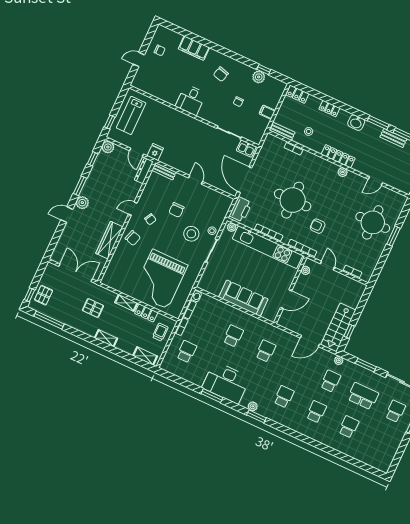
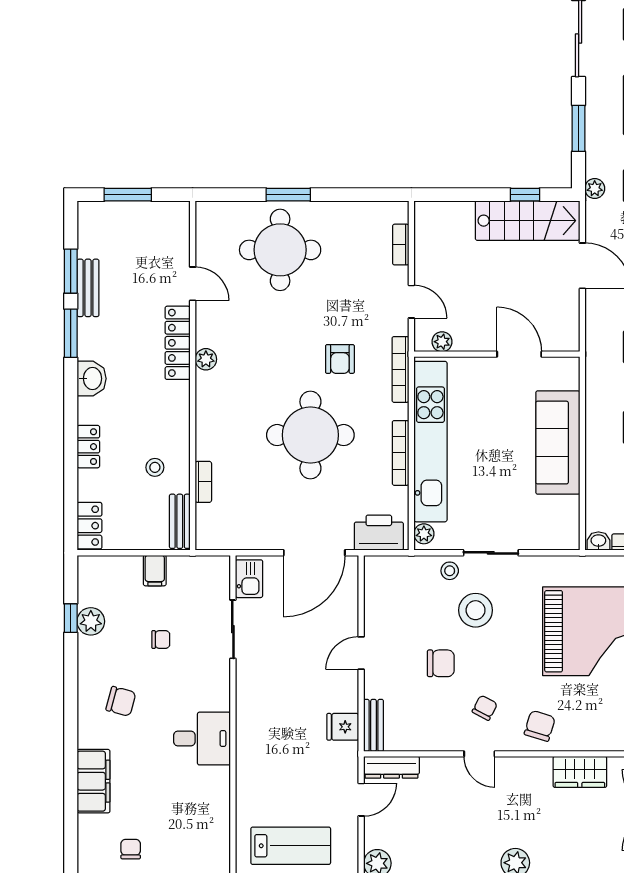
fridge: (155, 152) -> (343, 727), moved
locker: (338, 156) -> (178, 343), moved
wardrobe: (109, 240) -> (580, 772), width x0.67
door: (327, 266) -> (411, 302), swing flipped

